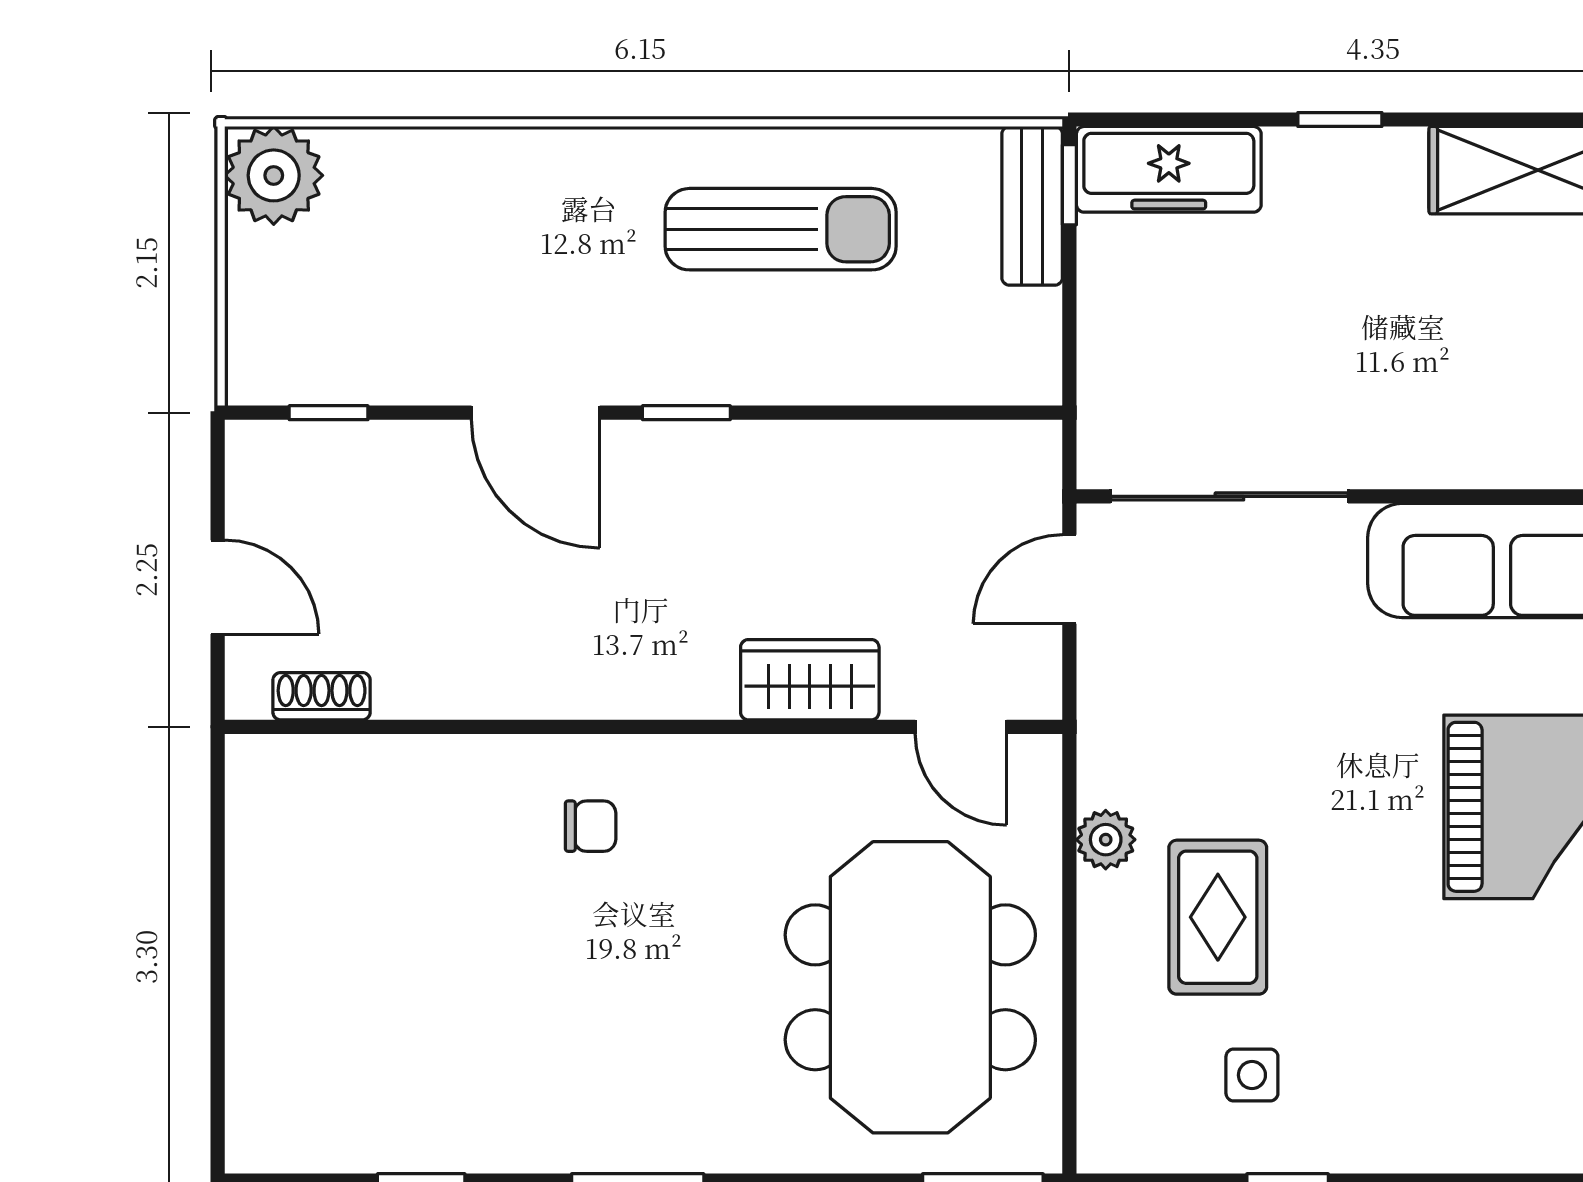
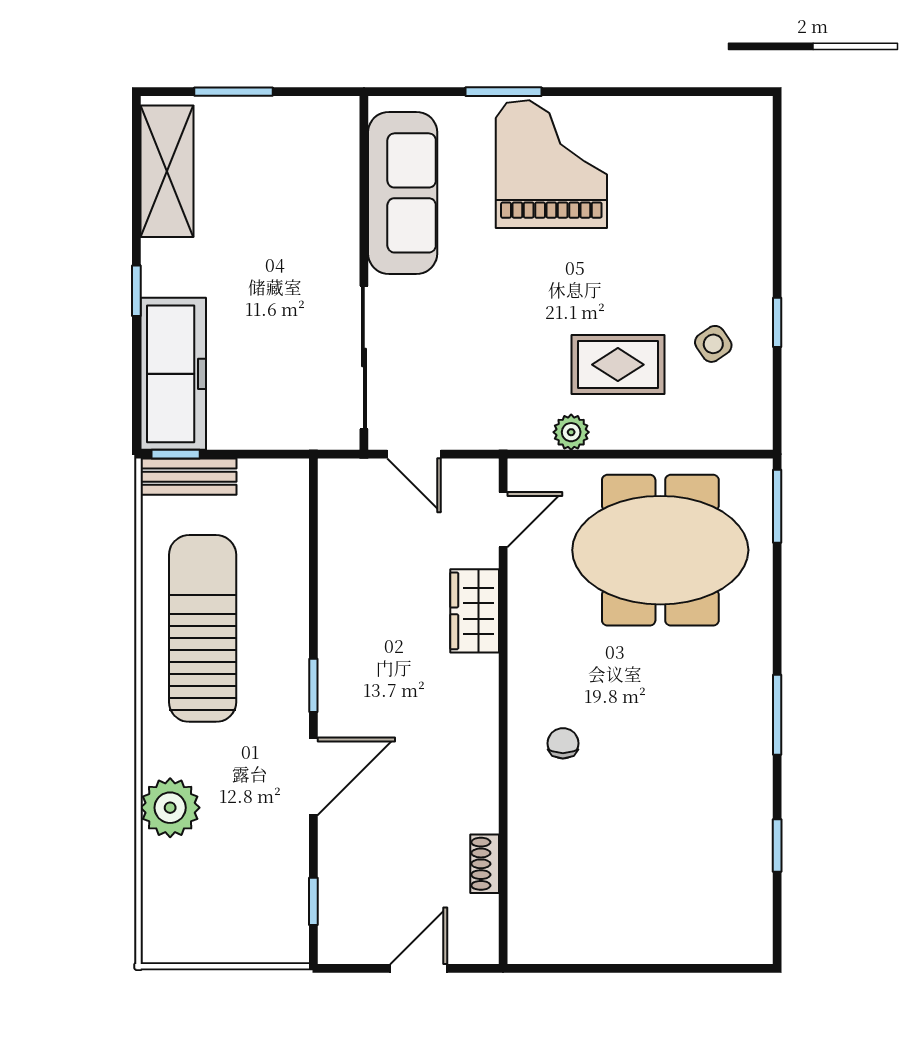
freezer: (1169, 169) -> (173, 374), width x1.36, depth x1.26
plant: (274, 175) -> (170, 808), moved
sun lounger: (781, 229) -> (203, 628), width x1.36, depth x1.34
shoe rack: (322, 696) -> (485, 864), moved
side table: (1252, 1075) -> (713, 344), turned -34

